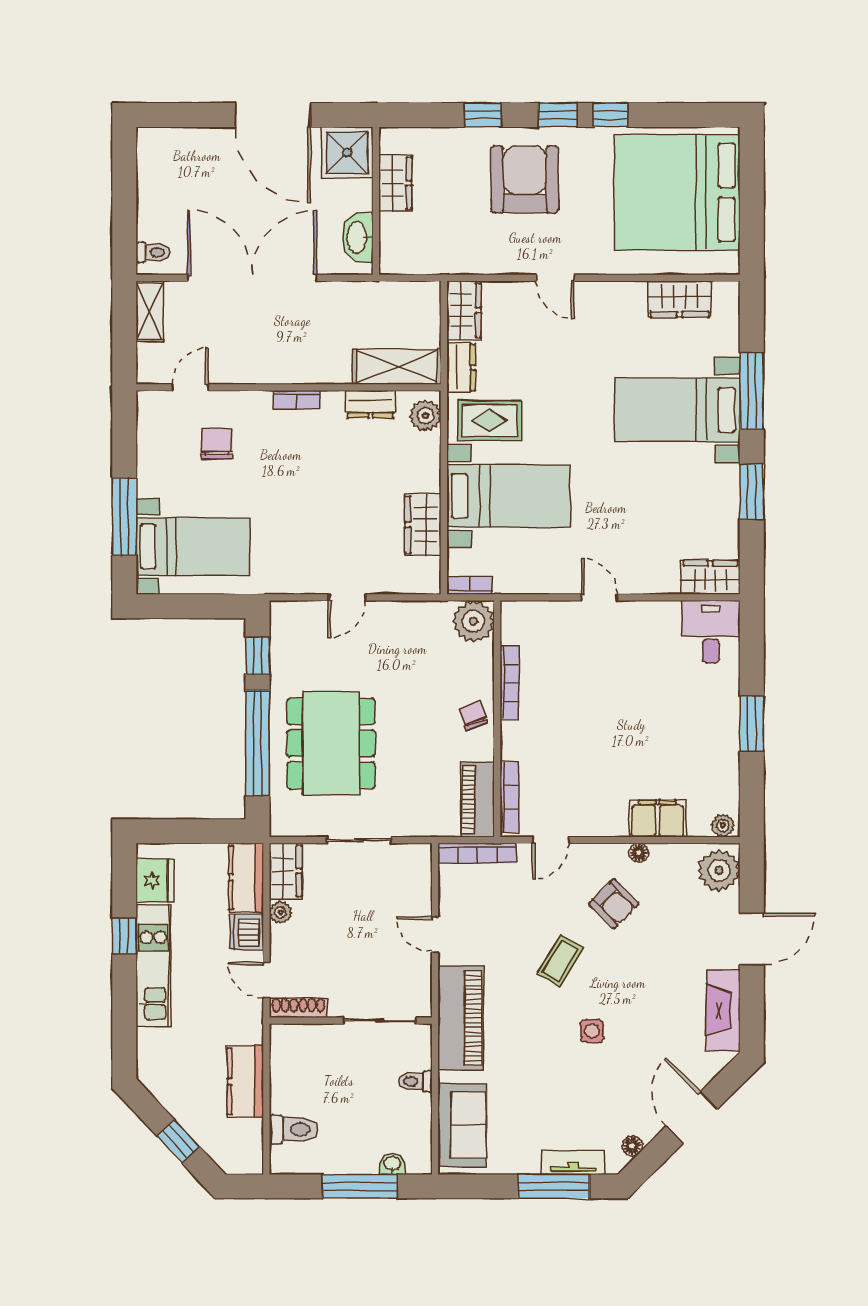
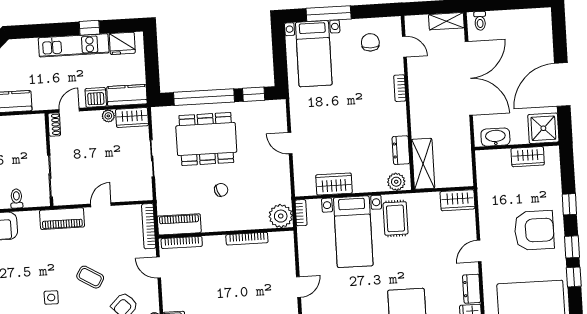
dresser: (461, 367) -> (472, 289), moved, turned 90
bookcase: (297, 400) -> (400, 88), moved
chair: (217, 444) -> (370, 42), moved, turned -90
chair: (473, 716) -> (221, 190), moved
shoe rack: (298, 1008) -> (54, 124), width x0.70
piano: (461, 1018) -> (62, 219), width x0.73, depth x0.75

